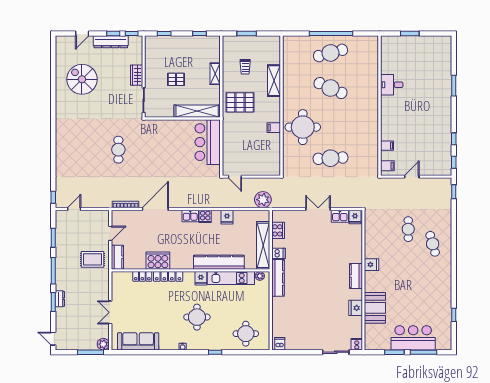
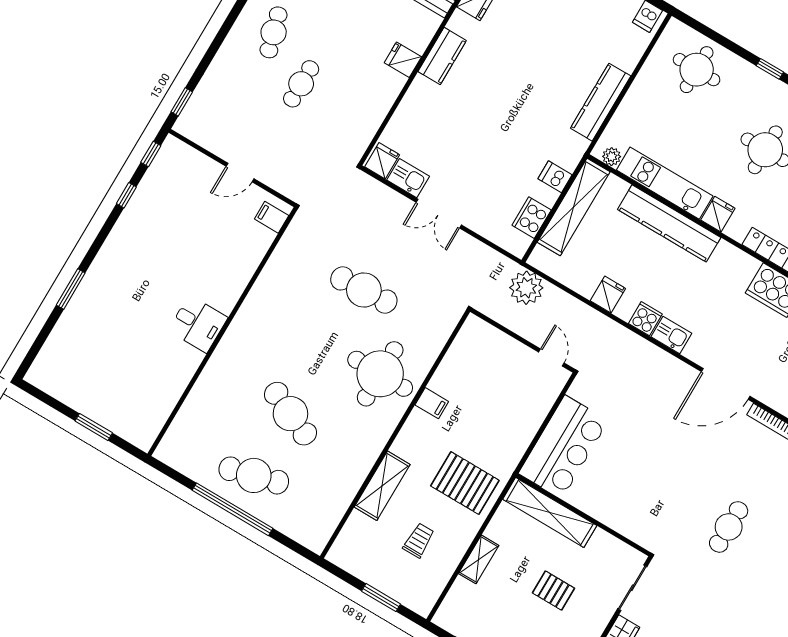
desk: (392, 85) -> (198, 324), moved
filing cabinet: (387, 146) -> (251, 253), removed
kitchen counter: (278, 278) -> (601, 102), moved

